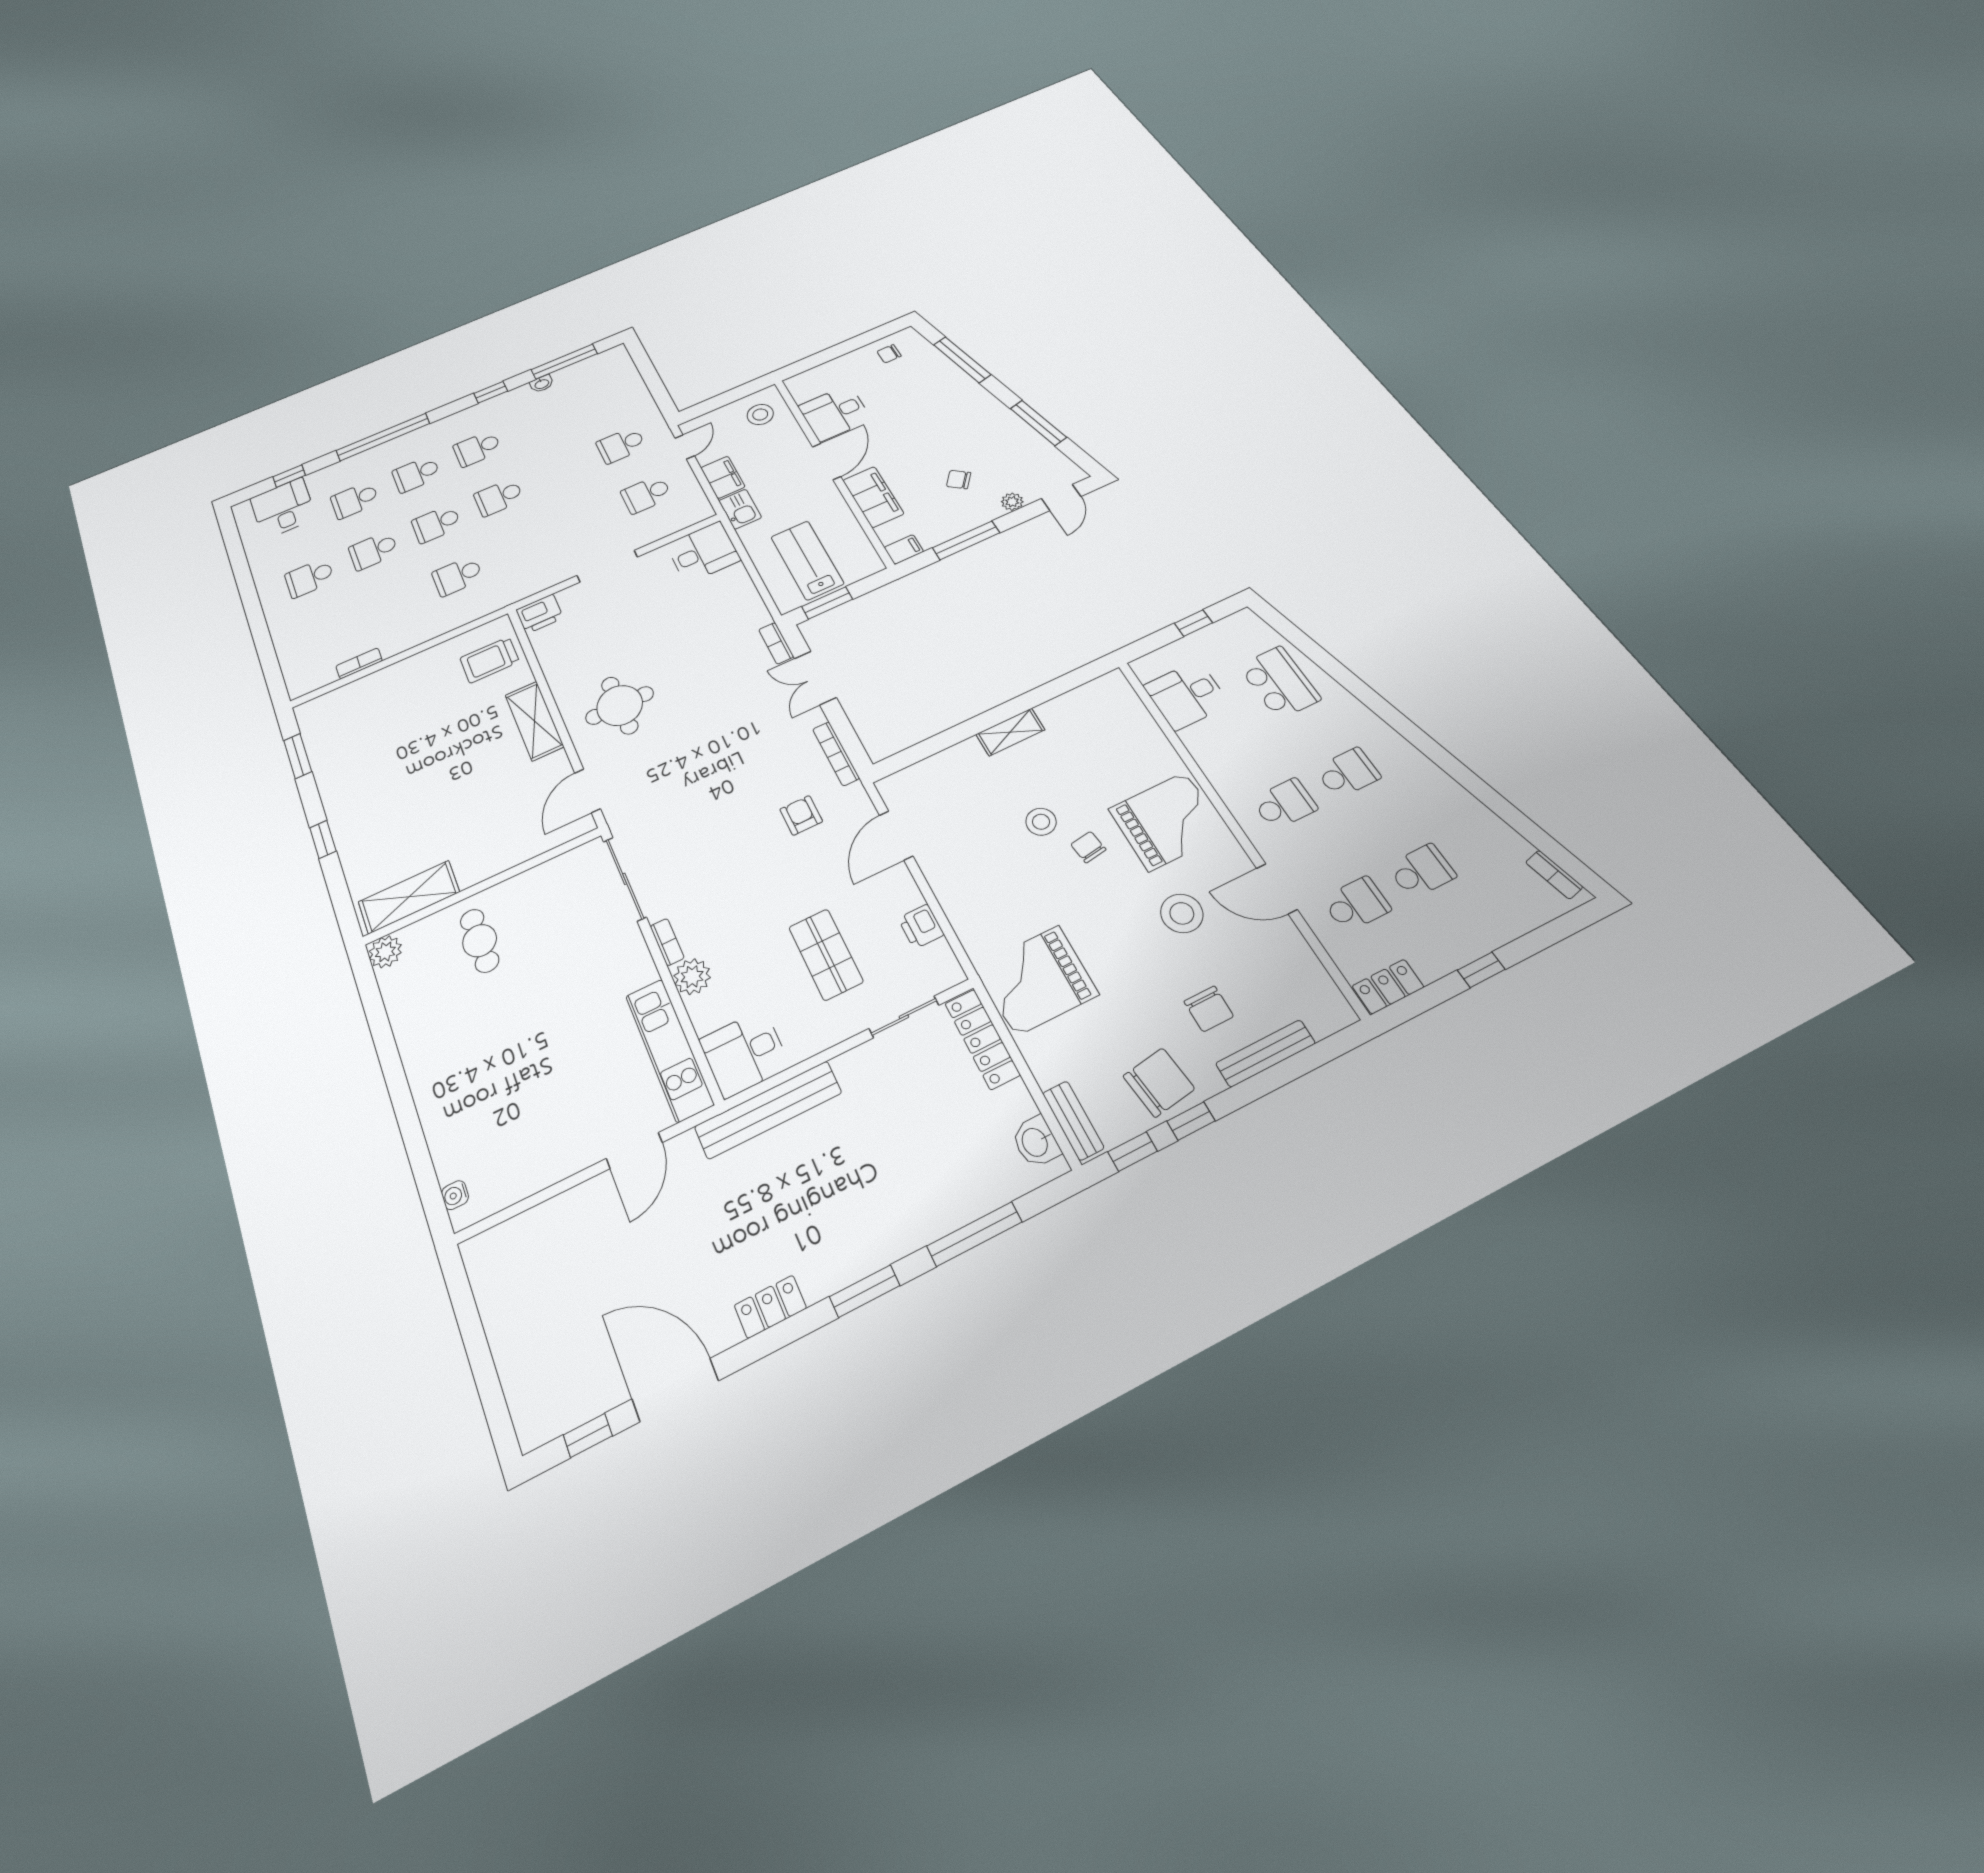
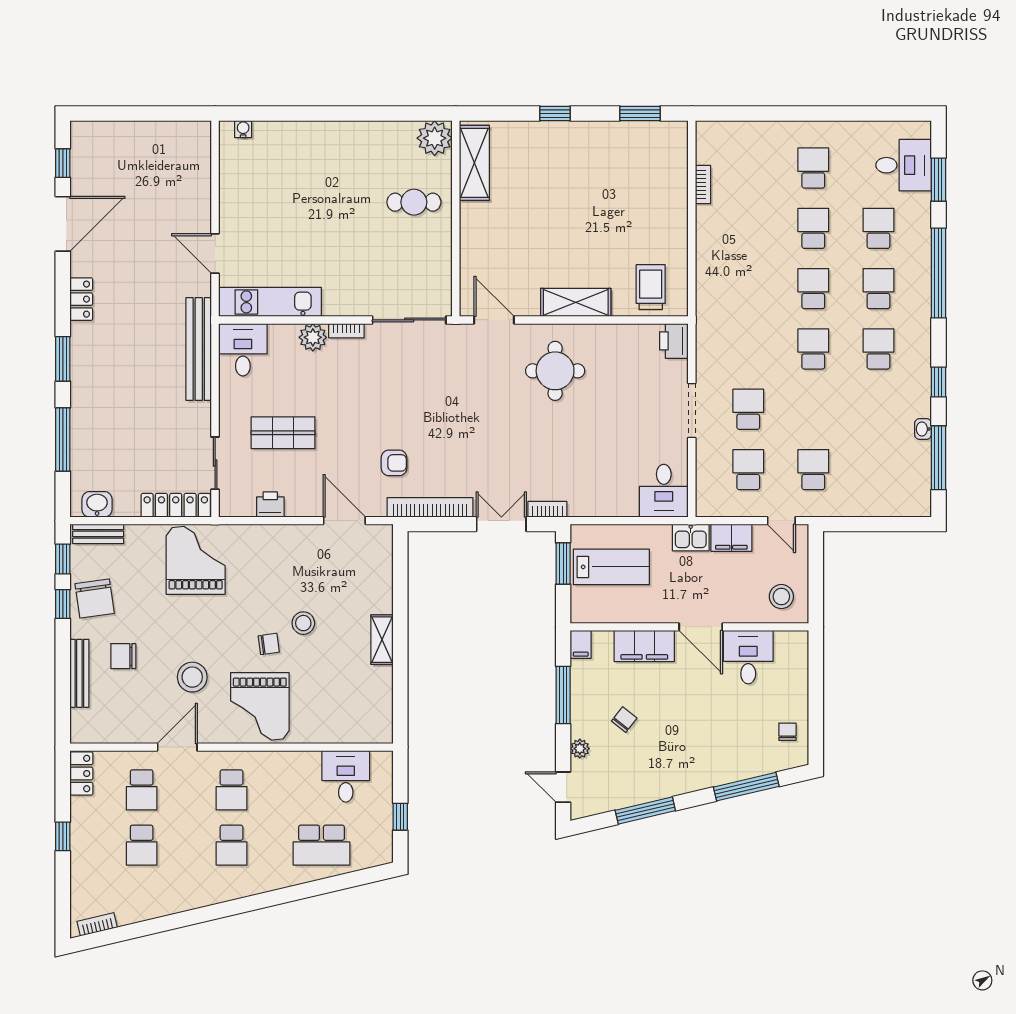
window: (289, 476) -> (938, 180), width x1.50
school desk: (457, 576) -> (748, 409), moved
bookcase: (836, 754) -> (430, 507), width x1.48, depth x1.31
plant: (385, 952) -> (435, 138), width x1.36, depth x1.36

